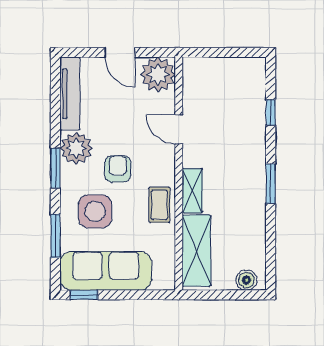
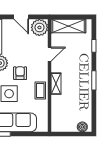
door: (179, 129) -> (50, 54), swing flipped
shelving: (196, 251) -> (68, 26), moved, turned 90

